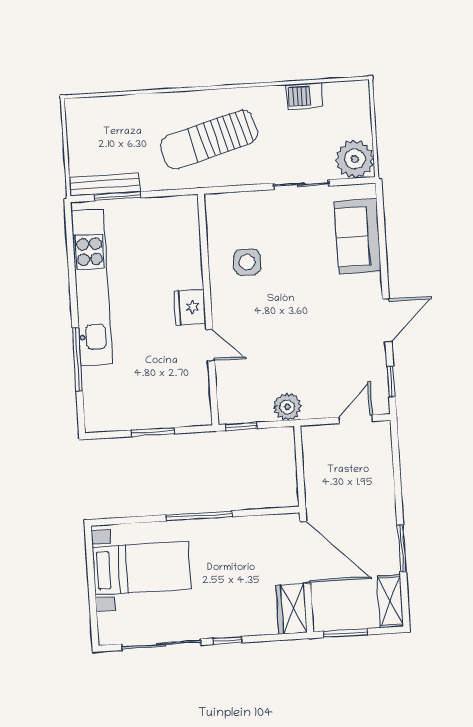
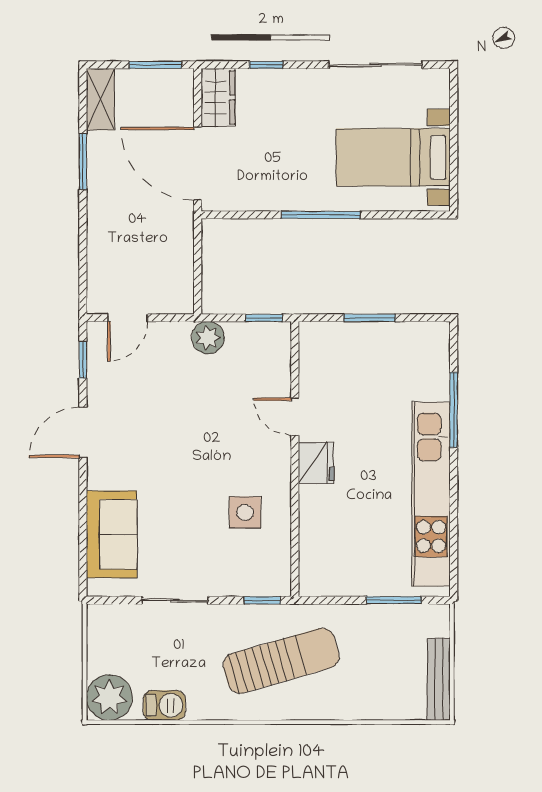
plant: (355, 159) -> (109, 697), moved
bench: (105, 184) -> (439, 679), moved, turned 90
window: (228, 189) -> (262, 600), added
window: (227, 640) -> (266, 65), moved

